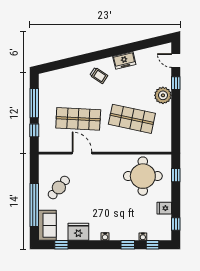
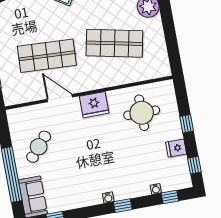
window: (176, 175) -> (187, 124), moved
round table: (143, 176) -> (142, 113), width x0.73, depth x0.73
fridge: (78, 232) -> (94, 105), moved, turned 180
window: (128, 245) -> (123, 206), moved

